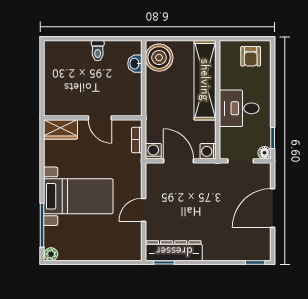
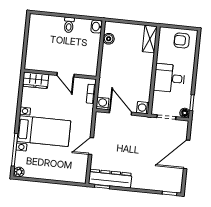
armchair: (251, 56) -> (182, 40), turned 90
boiler: (159, 58) -> (109, 39), width x0.54, depth x0.54
washbasin: (135, 64) -> (97, 27), moved
shelving: (205, 80) -> (150, 39), width x0.45, depth x0.75

